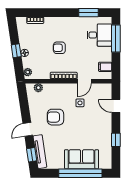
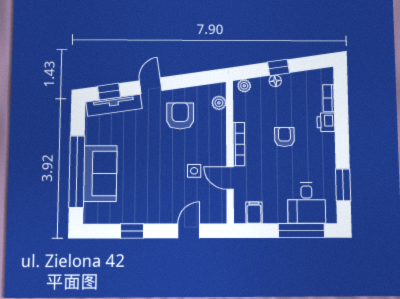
printer: (50, 22) -> (326, 122), added
armchair: (55, 117) -> (180, 116), moved
door: (28, 129) -> (151, 86), hinge flipped

